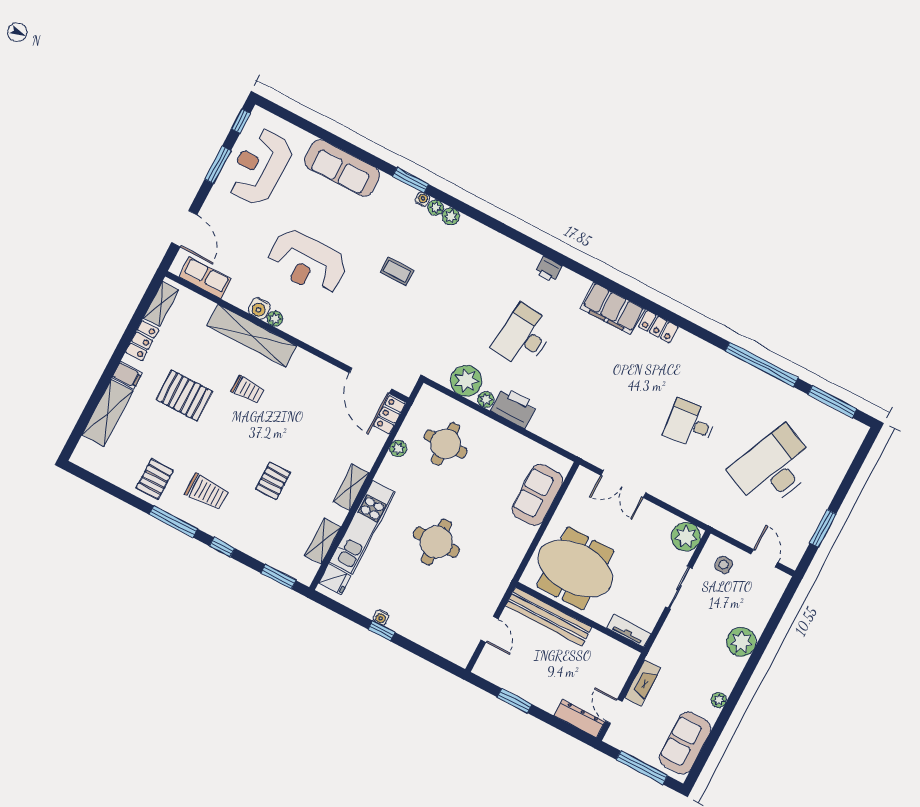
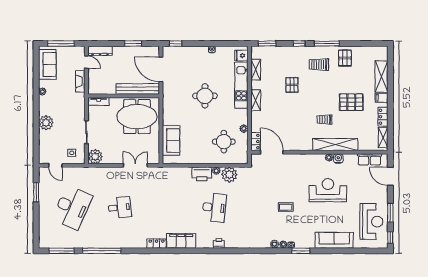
door: (490, 629) -> (161, 69), width x1.87
window: (381, 631) -> (176, 44), moved

